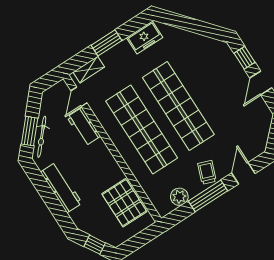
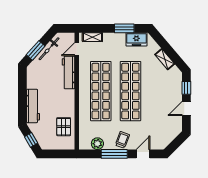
shelving: (195, 40) -> (165, 59), added
window: (106, 43) -> (124, 28), moved
workbench: (84, 127) -> (68, 72), width x1.38
bicycle: (42, 137) -> (49, 49), moved
workbench: (61, 188) -> (33, 106), moved
pallet: (124, 203) -> (64, 127), width x0.67, depth x0.71

